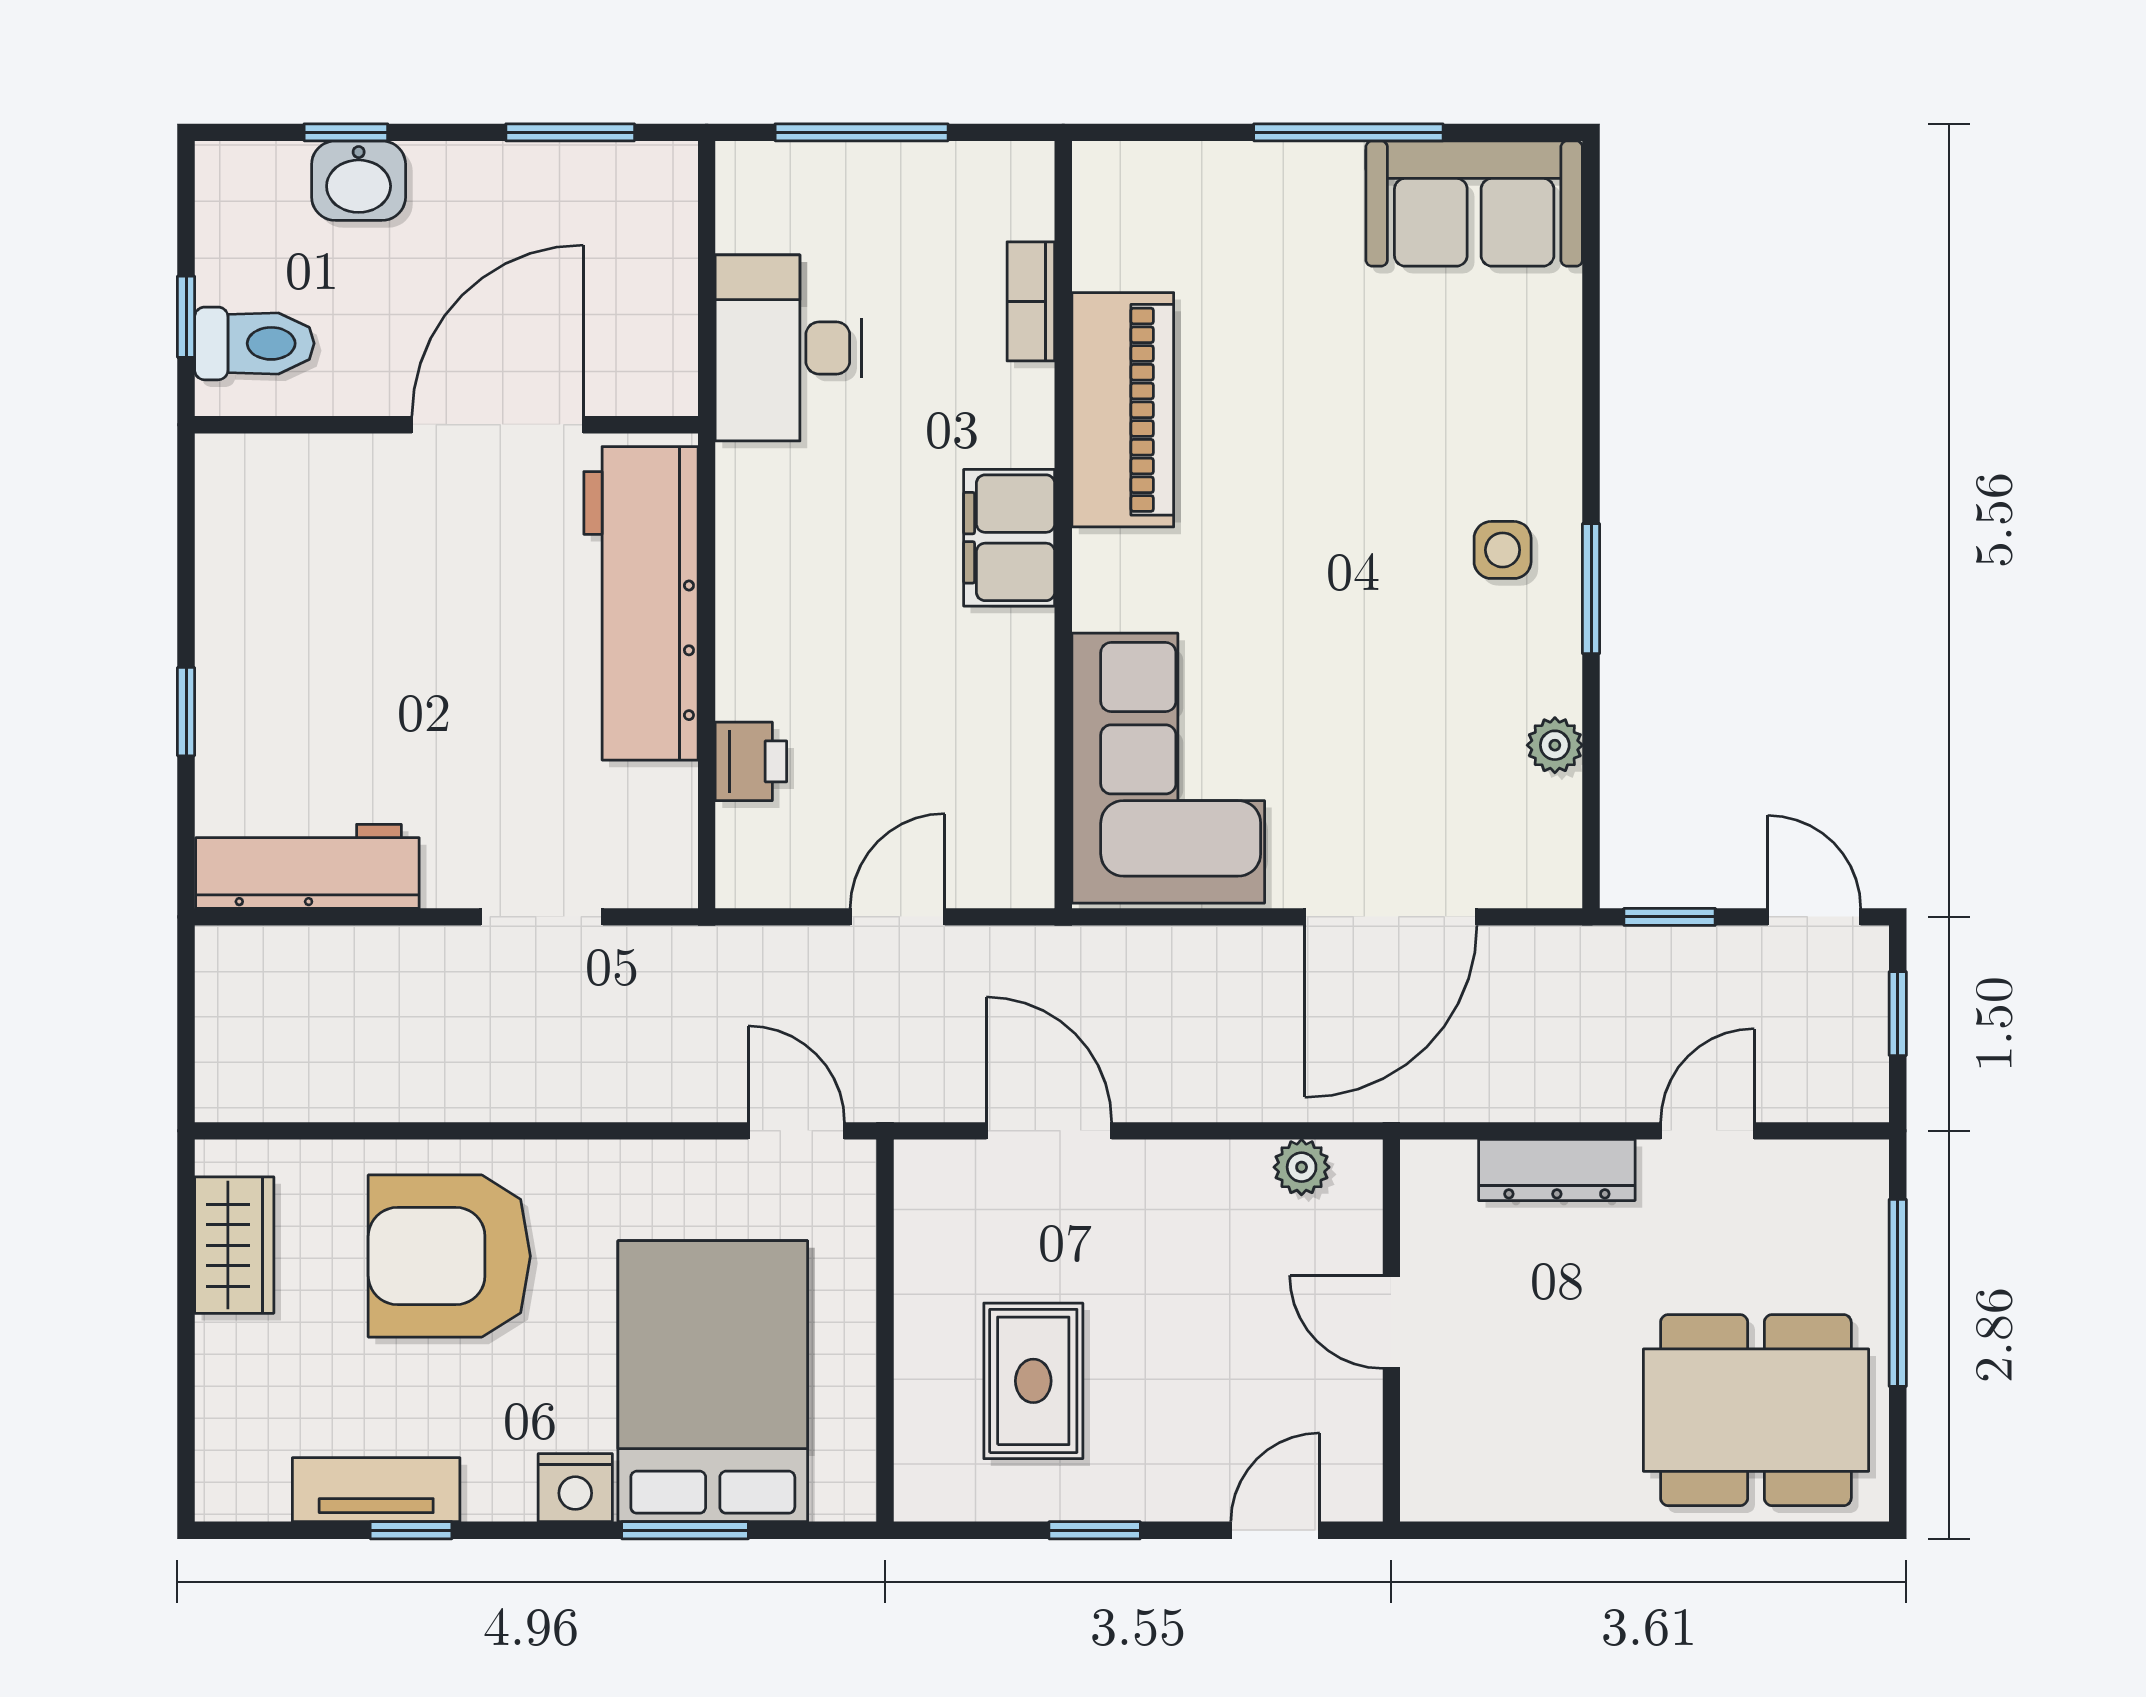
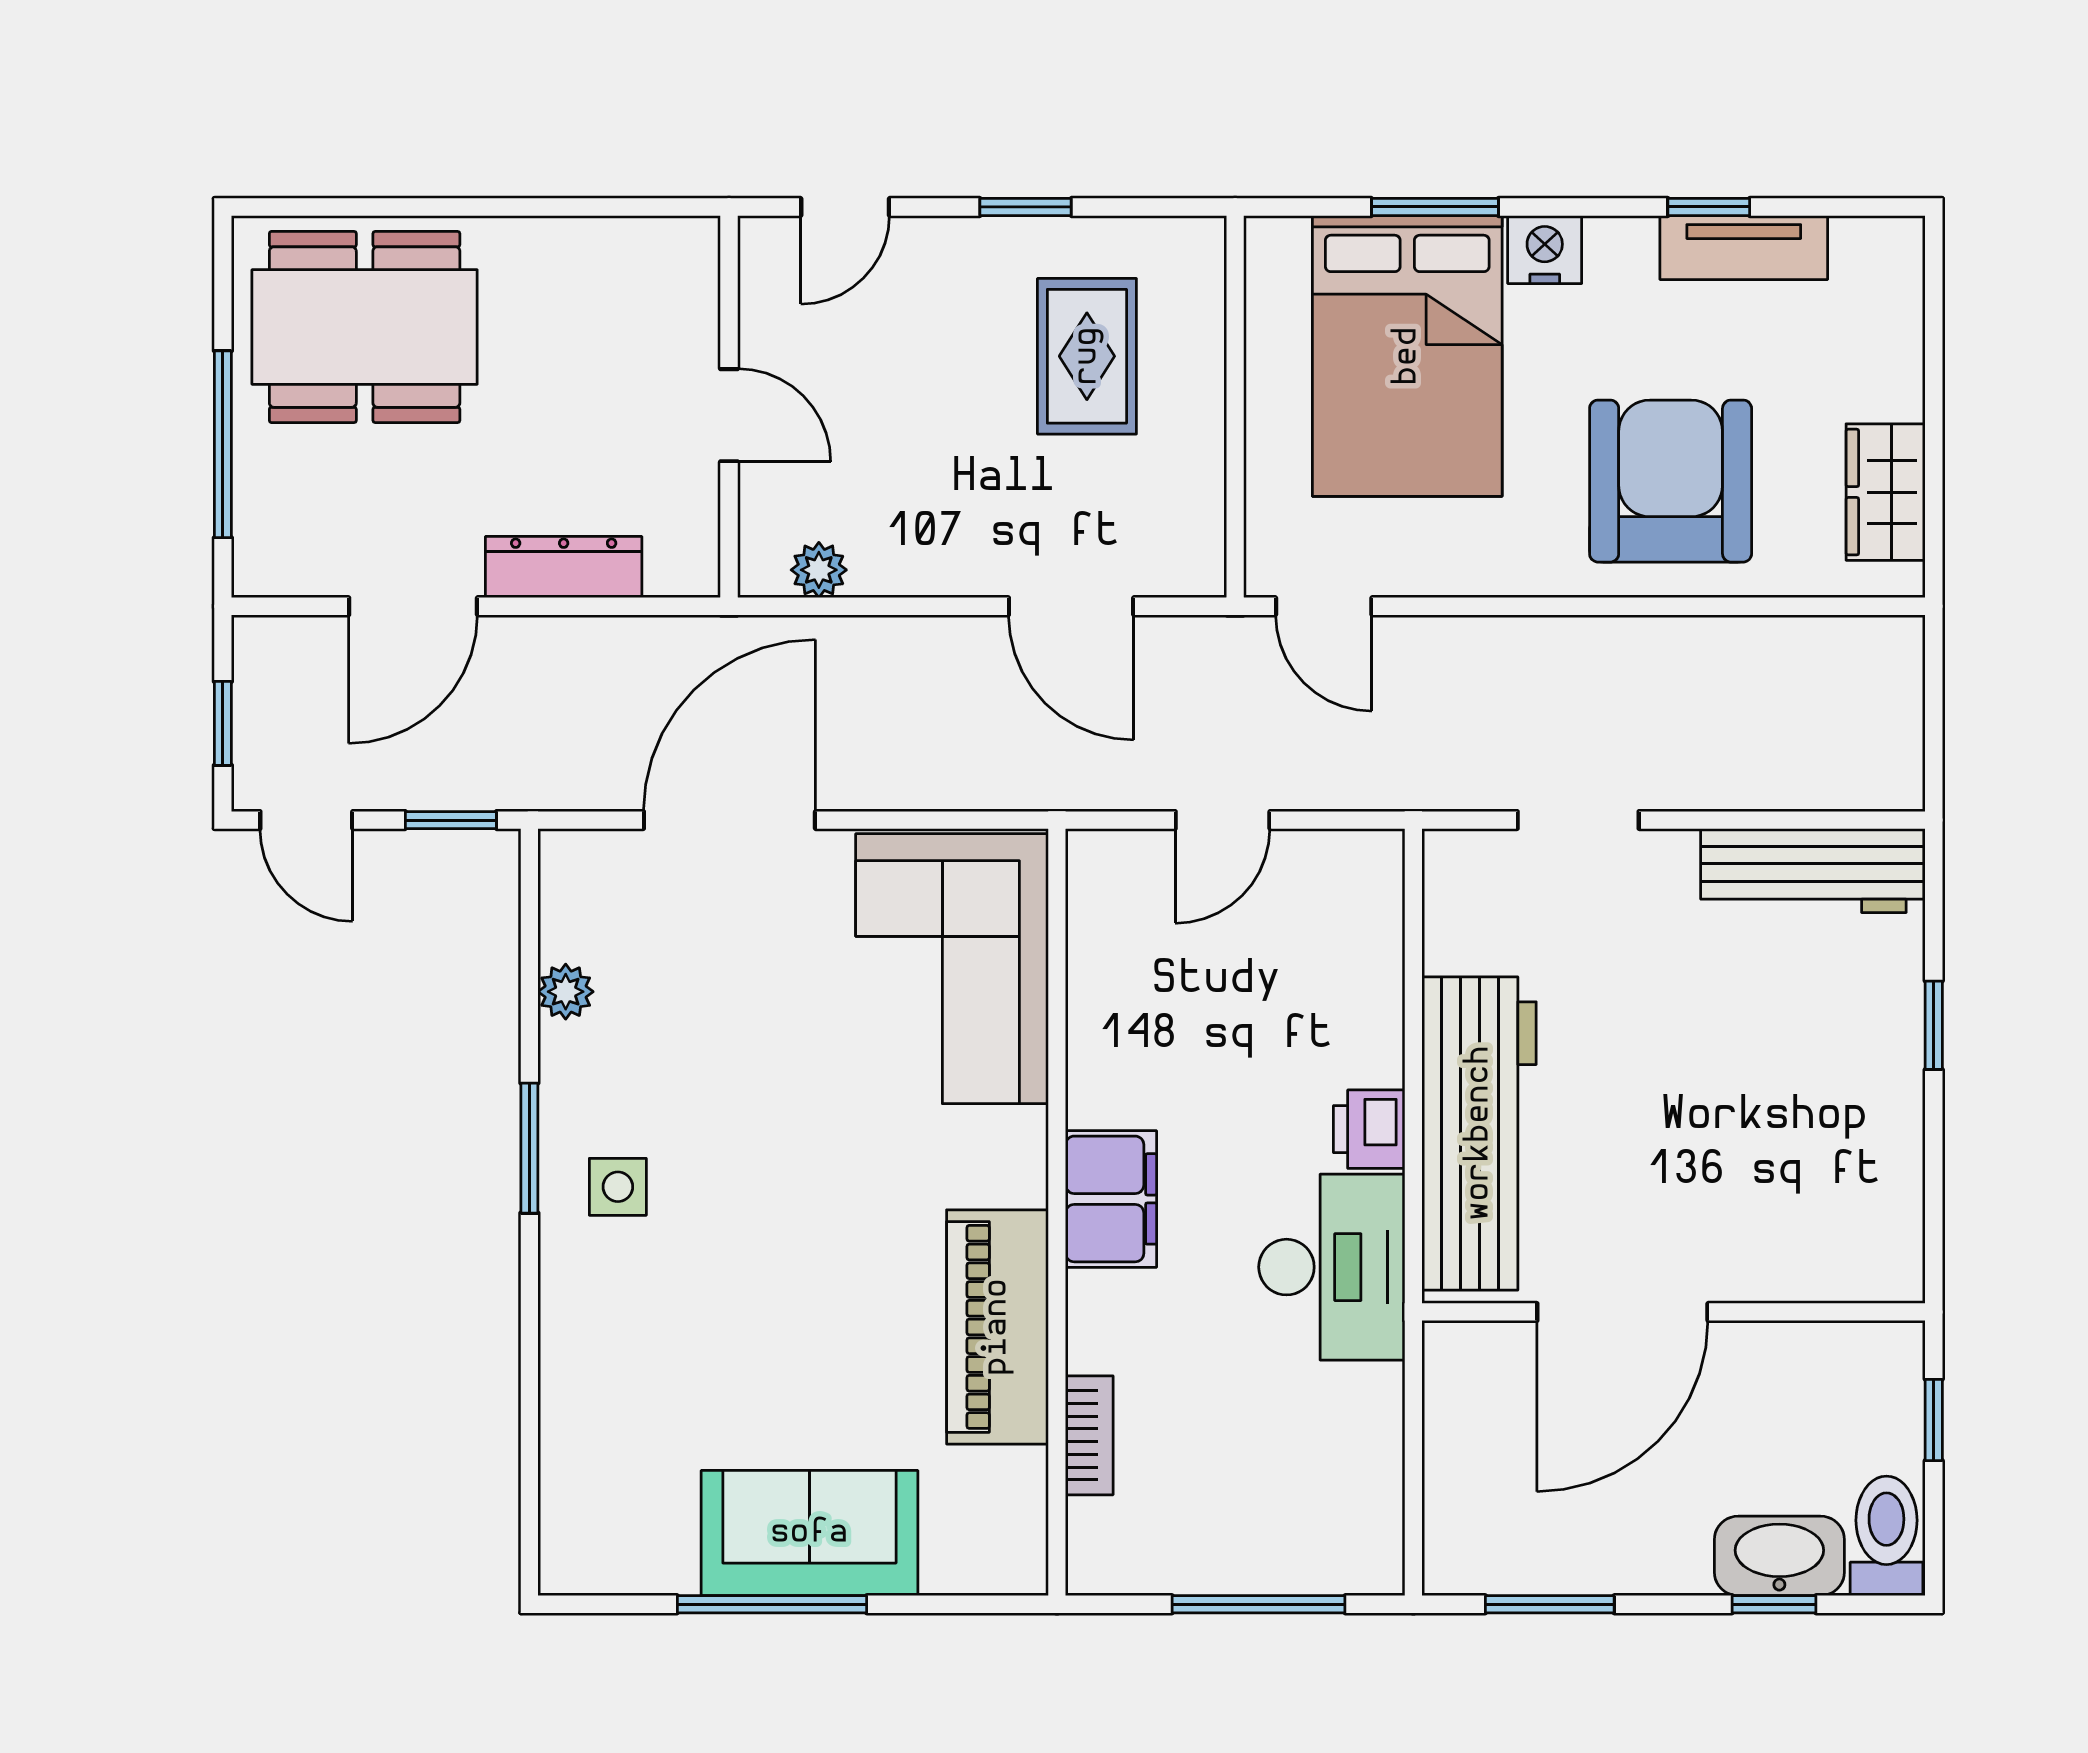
washbasin: (359, 181) -> (1779, 1556), width x1.38
sofa: (1474, 204) -> (809, 1533), moved
toilet: (254, 343) -> (1886, 1536), moved, turned 90
desk: (788, 348) -> (1332, 1267), moved
printer: (751, 761) -> (1369, 1129), moved
door: (1707, 1131) -> (413, 606), width x1.38
armchair: (449, 1256) -> (1671, 481), turned -90

